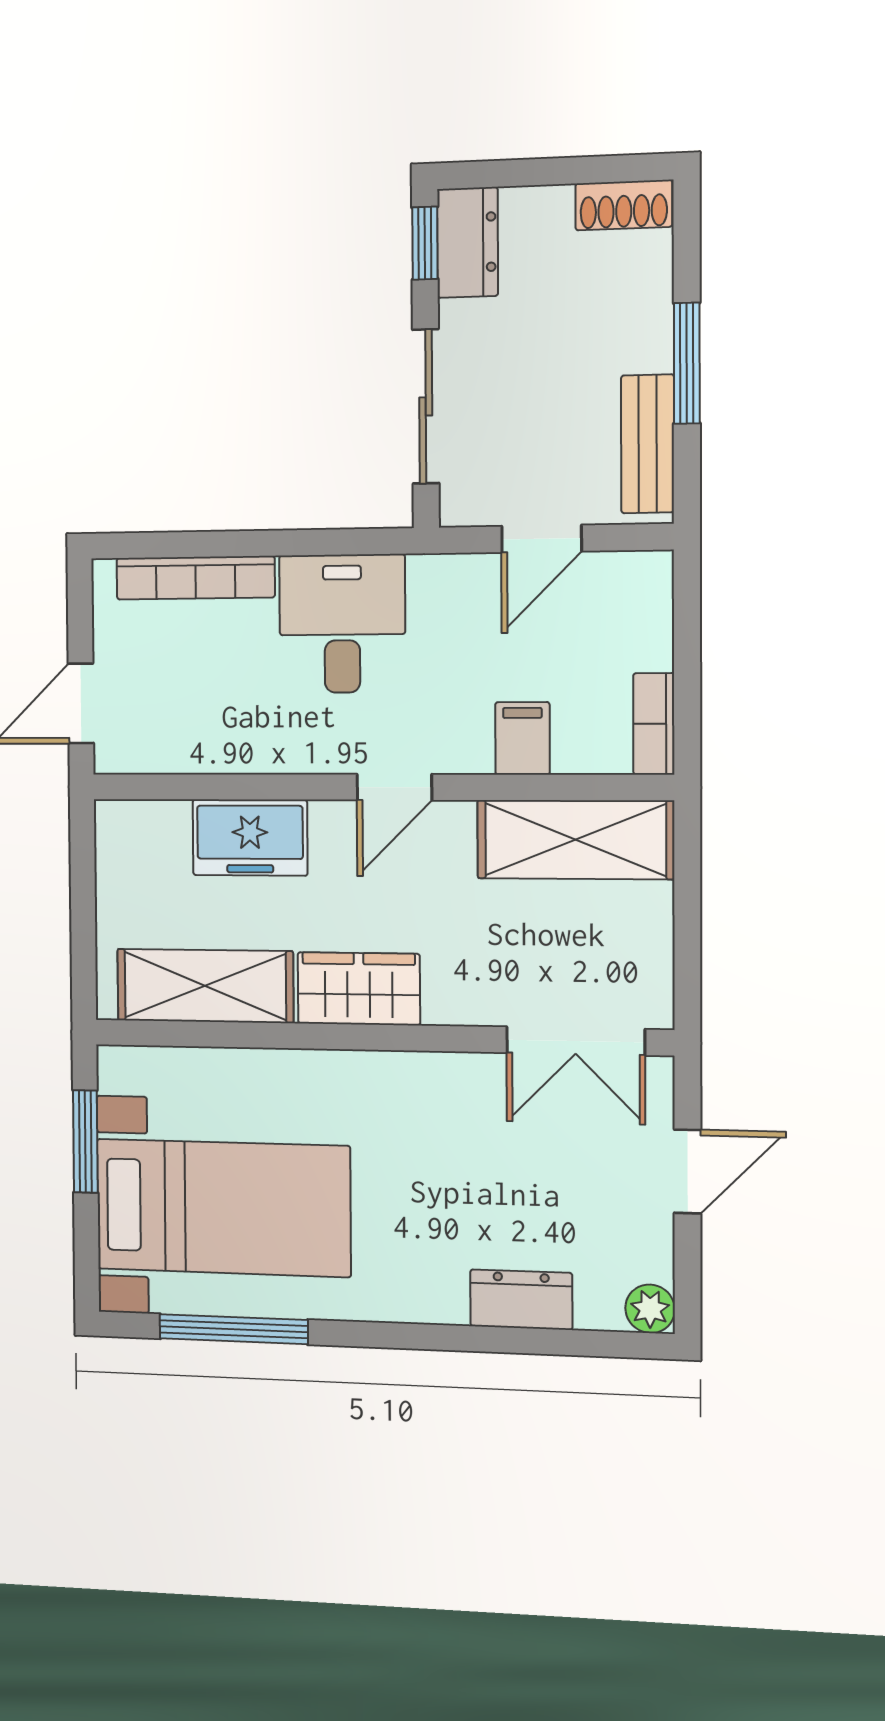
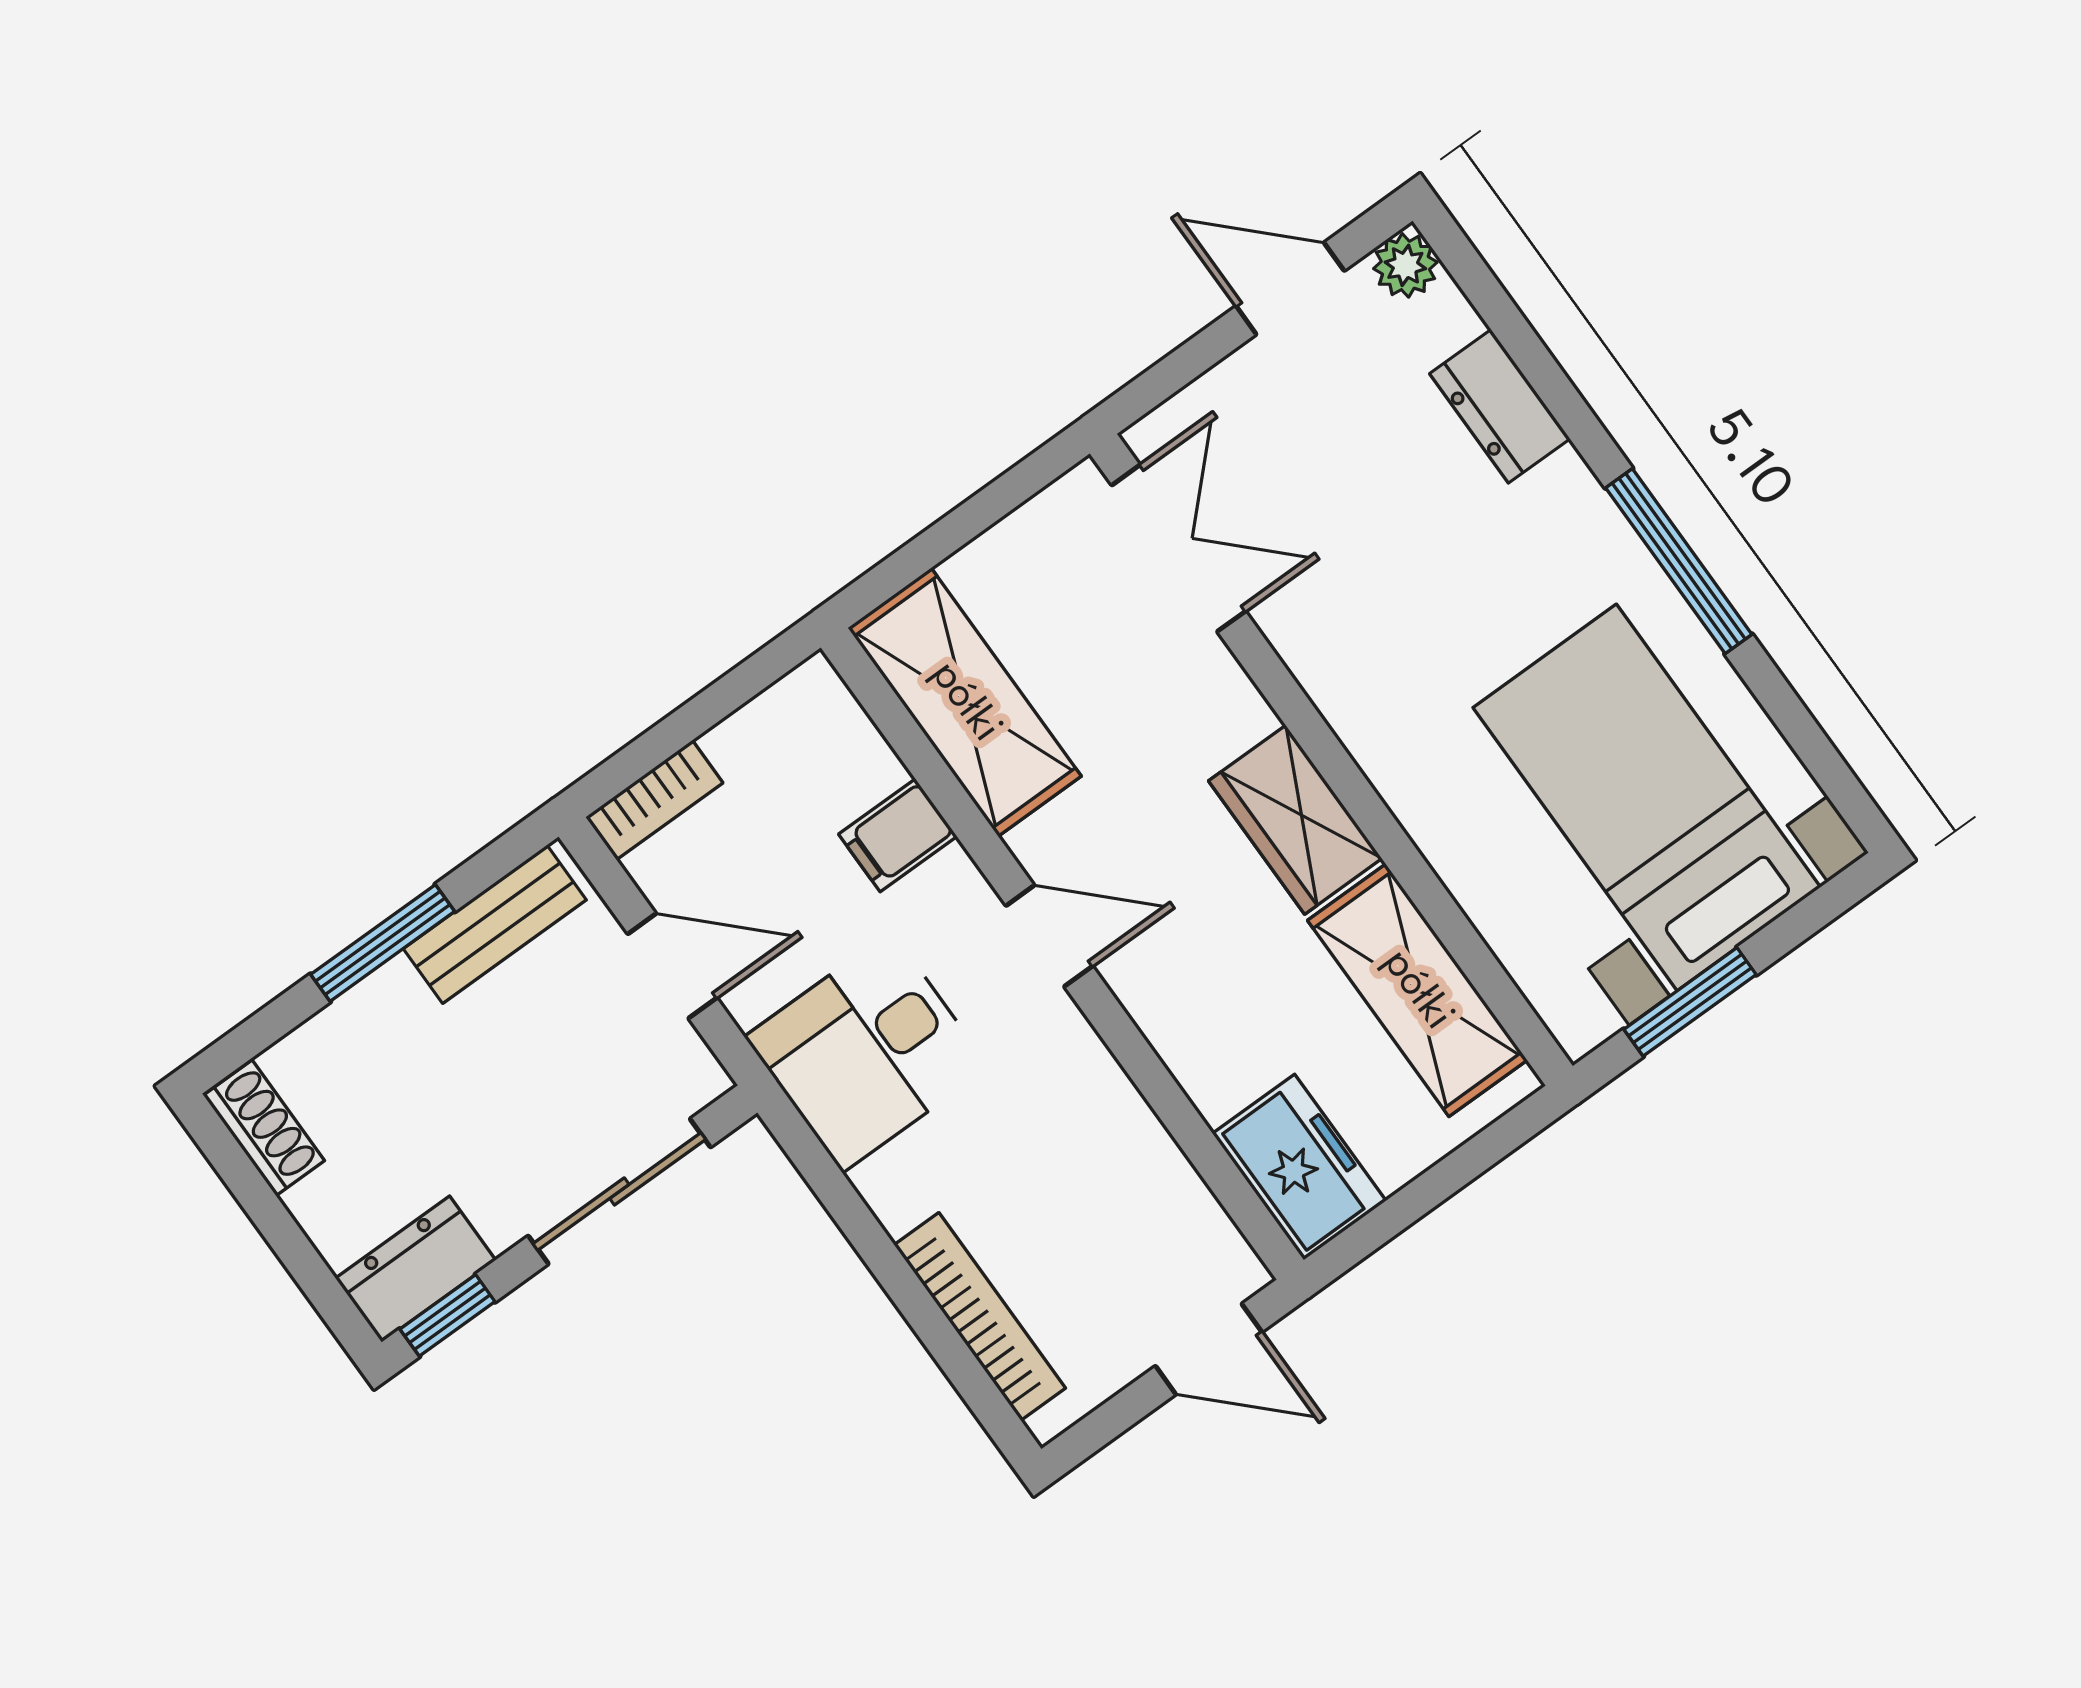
desk: (342, 624) -> (867, 1052), moved
bookcase: (654, 724) -> (654, 800), moved
freezer: (250, 838) -> (1299, 1167), moved
door: (687, 1171) -> (1290, 288), moved
window: (234, 1329) -> (1679, 561), moved

